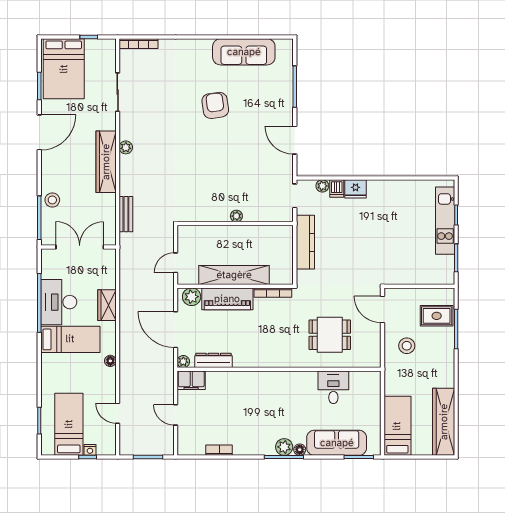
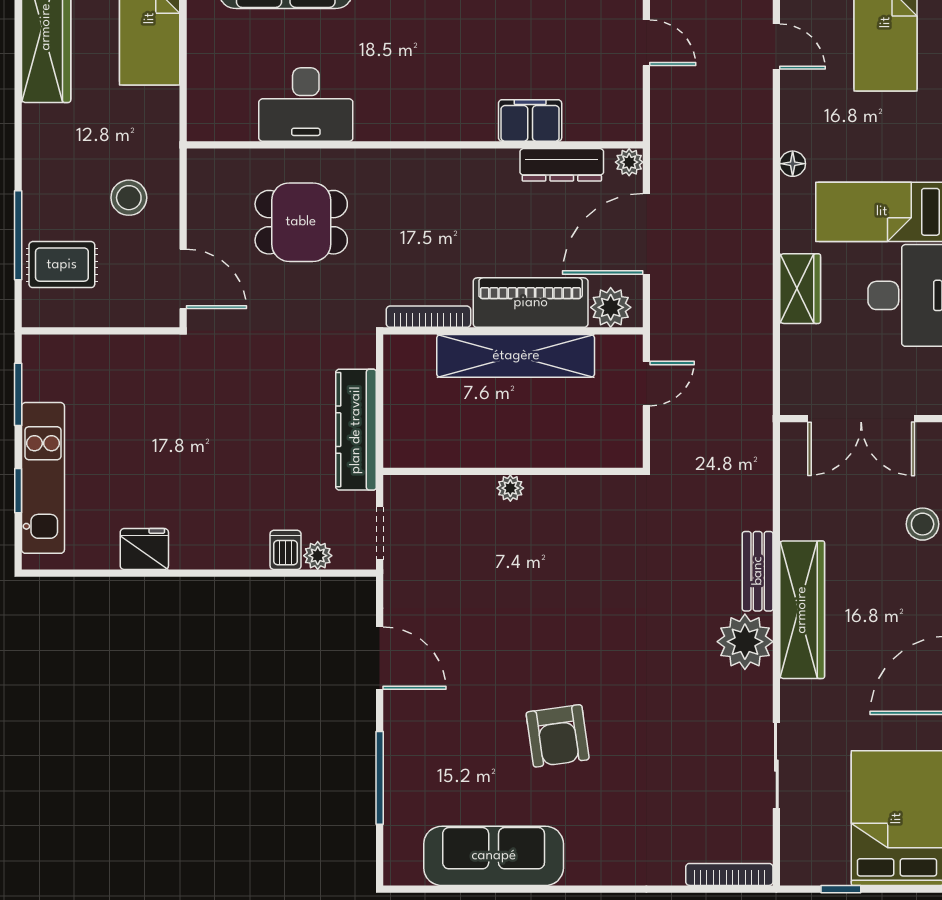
plant: (126, 147) -> (745, 642), width x1.87, depth x1.87
fridge: (356, 189) -> (144, 549), moved
bench: (126, 214) -> (758, 571), moved
door: (176, 330) -> (646, 234), swing flipped
filing cabinet: (191, 380) -> (530, 120), moved
desk: (333, 387) -> (306, 105), width x1.37

